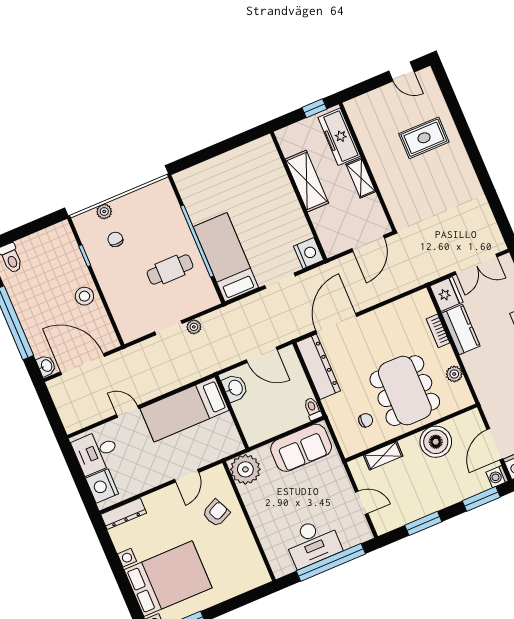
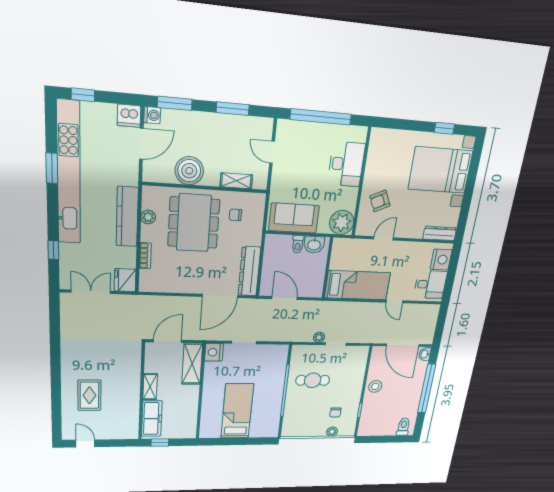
rug: (424, 138) -> (89, 395), turned 90
shelving: (307, 181) -> (192, 364), moved
bed: (226, 257) -> (237, 411), moved, turned 180
kitchen counter: (461, 330) -> (127, 217), moved, width x1.50
washbasin: (235, 388) -> (314, 245), moved, turned -90
toilet: (313, 409) -> (298, 244), moved
desk: (313, 542) -> (346, 164), moved, turned 90

